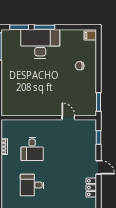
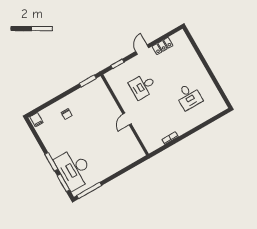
desk: (40, 44) -> (74, 169), moved
door: (68, 118) -> (127, 119), moved
desk: (32, 149) -> (143, 86), moved, turned 180

